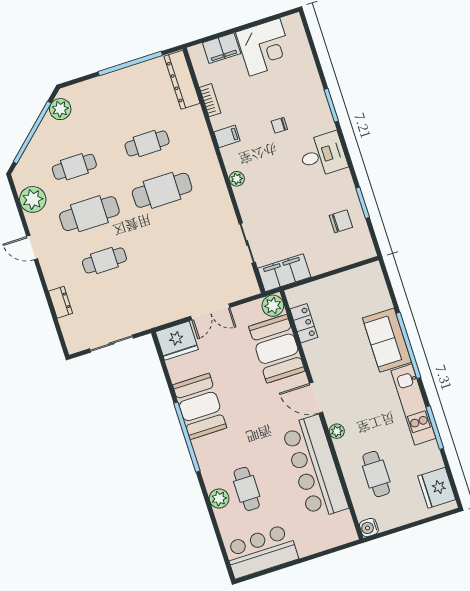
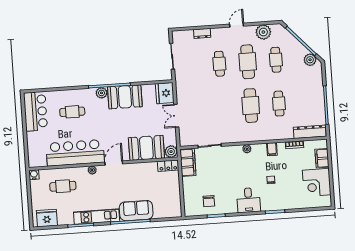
locker: (304, 323) -> (168, 166), moved
plant: (219, 499) -> (102, 93), moved

